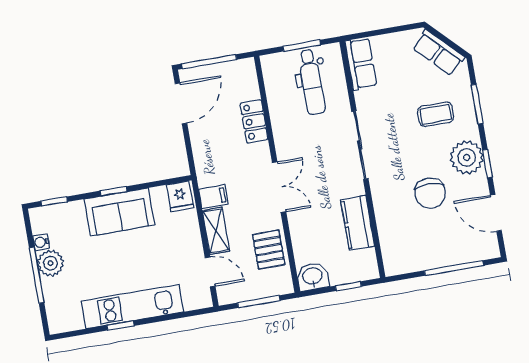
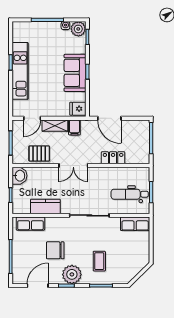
row of seats: (438, 53) -> (30, 224), moved, turned -135
door: (181, 103) -> (109, 118), moved
plant: (51, 263) -> (78, 29), moved

